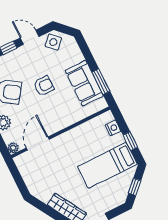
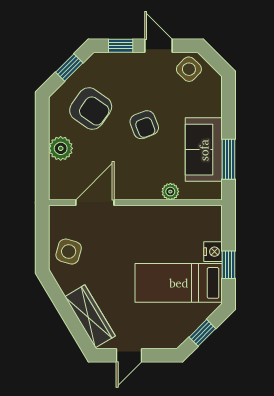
armchair: (44, 86) -> (144, 125), turned 69
nightstand: (113, 128) -> (213, 252), moved
plant: (13, 148) -> (170, 192), moved
side table: (37, 178) -> (69, 252), added

